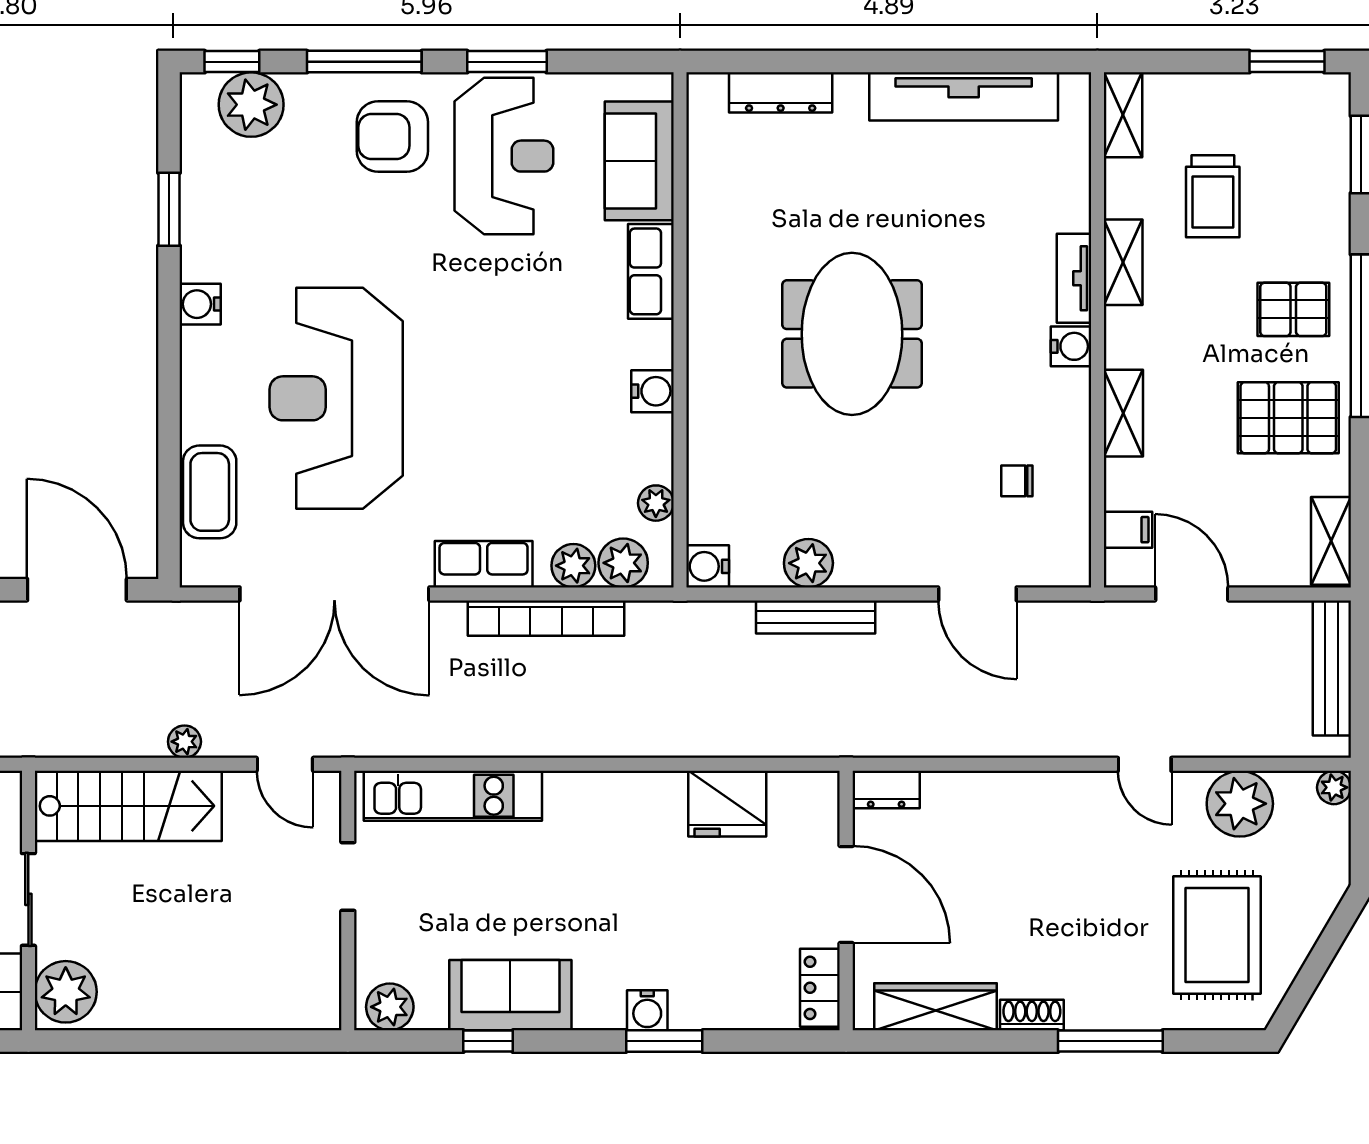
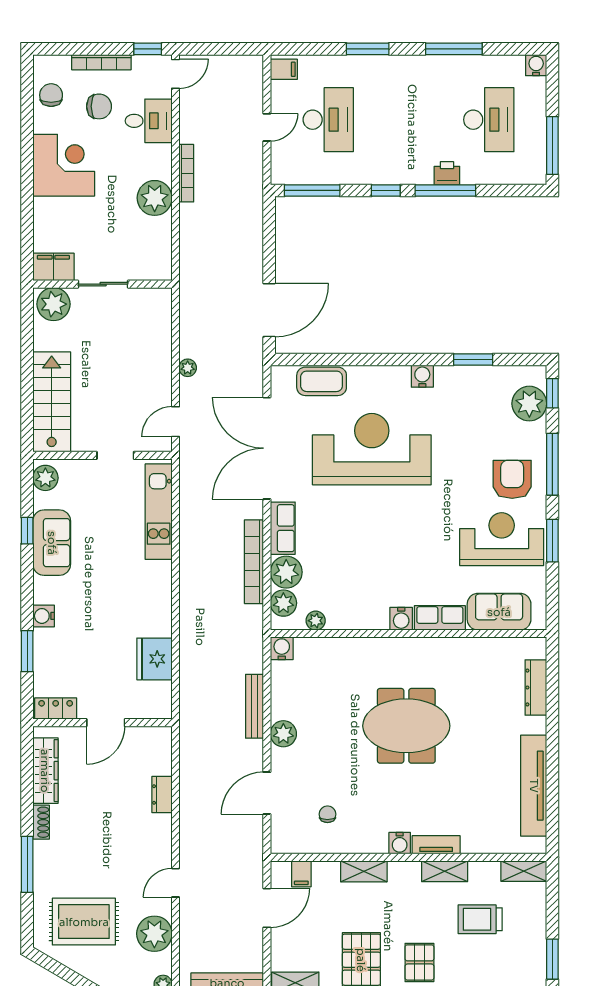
reception desk: (504, 156) -> (502, 539), turned 180
water cooler: (653, 391) -> (401, 619), moved
plant: (808, 563) -> (283, 734), moved
plant: (573, 566) -> (286, 572), width x1.36, depth x1.36
dresser: (886, 790) -> (162, 794), moved
stairs: (128, 806) -> (52, 402), moved, turned 180
door: (846, 894) -> (106, 723), width x0.73
window: (664, 1041) -> (27, 651), moved

